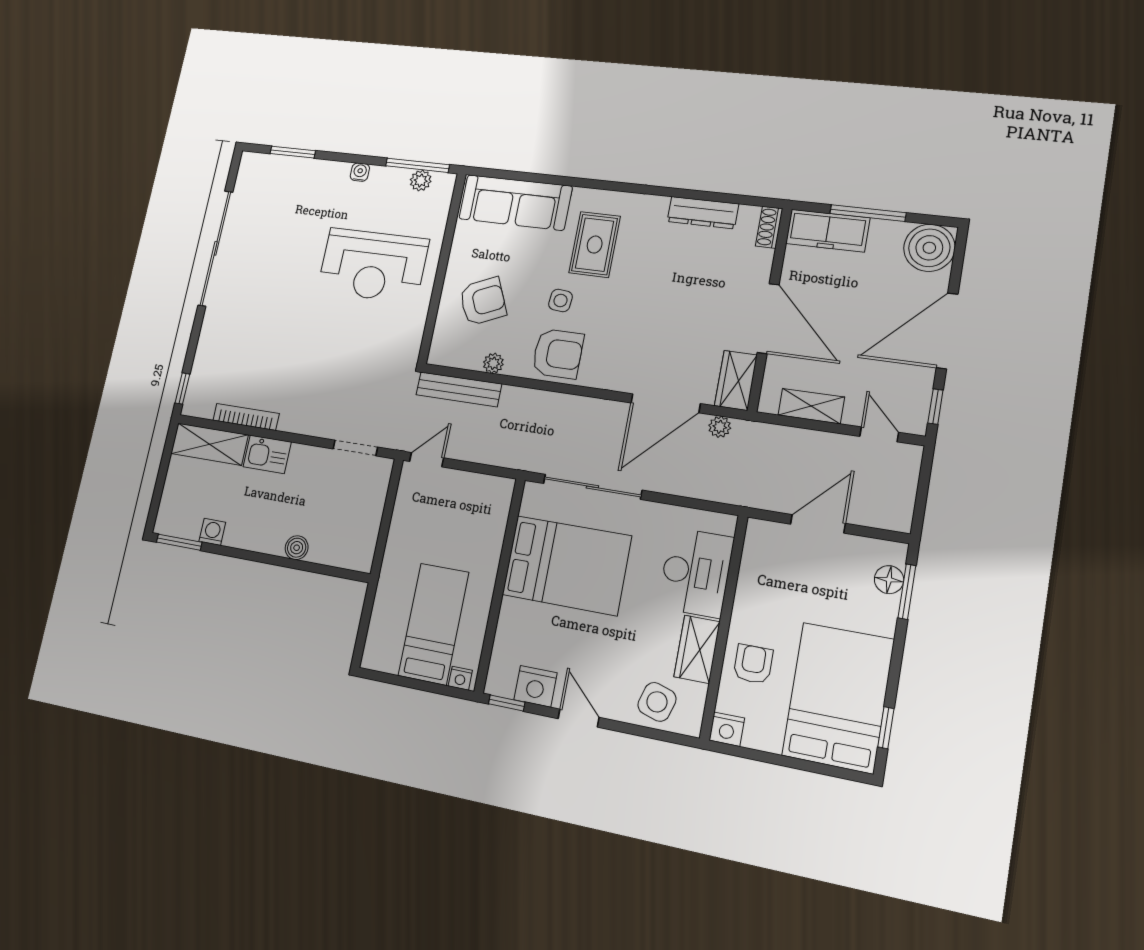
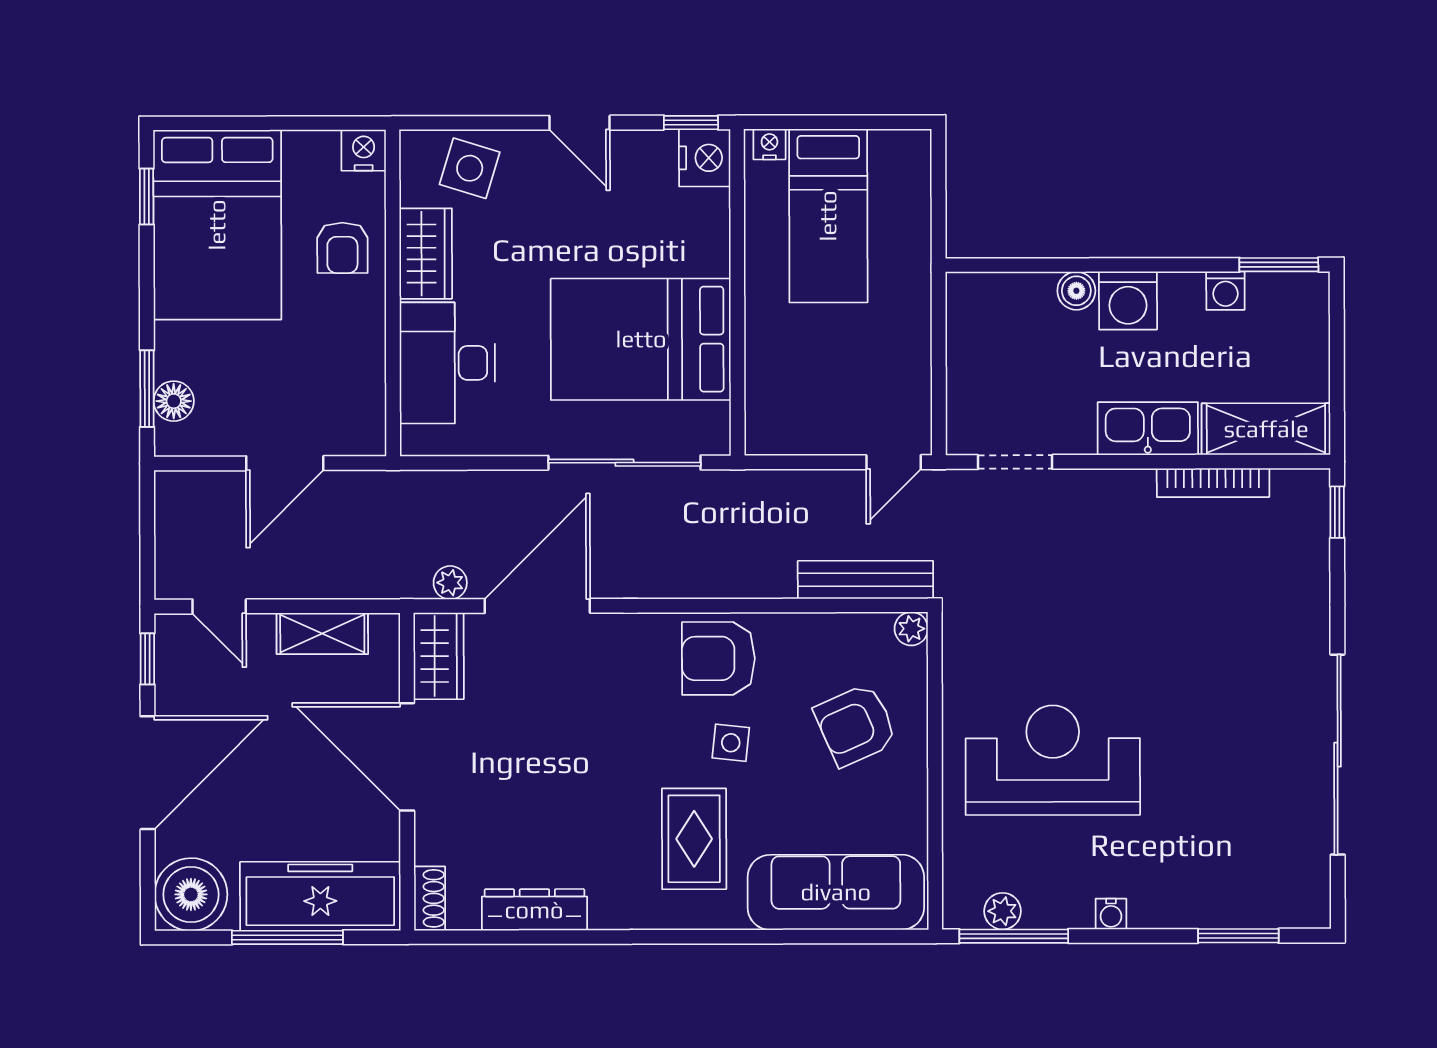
freezer: (828, 231) -> (320, 896), width x1.36, depth x1.26
plant: (493, 363) -> (911, 629), moved
kitchen sink: (267, 454) -> (1148, 429), width x1.38
washing machine: (268, 536) -> (1128, 301), added
nightstand: (535, 686) -> (705, 158), moved, turned 90

